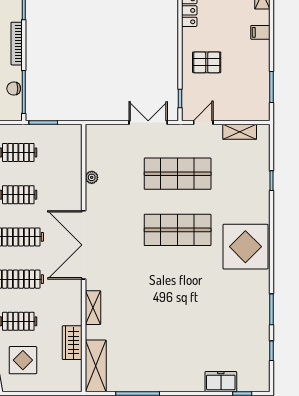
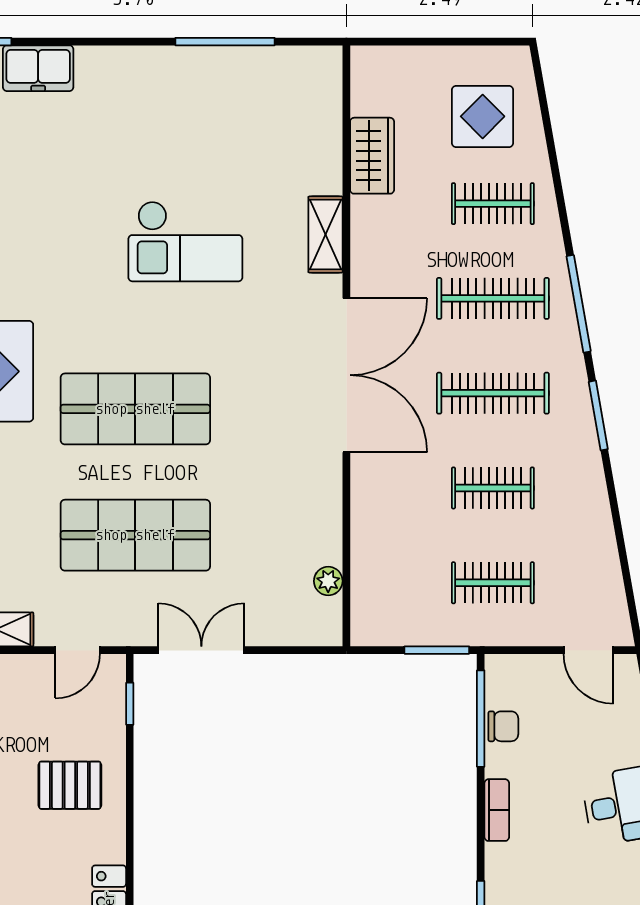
bookcase: (17, 44) -> (497, 810), width x0.64
double door: (148, 123) -> (201, 650), swing flipped
plant: (92, 177) -> (328, 581), moved
checkout: (155, 304) -> (185, 241), added
shelving: (96, 366) -> (319, 104), removed

